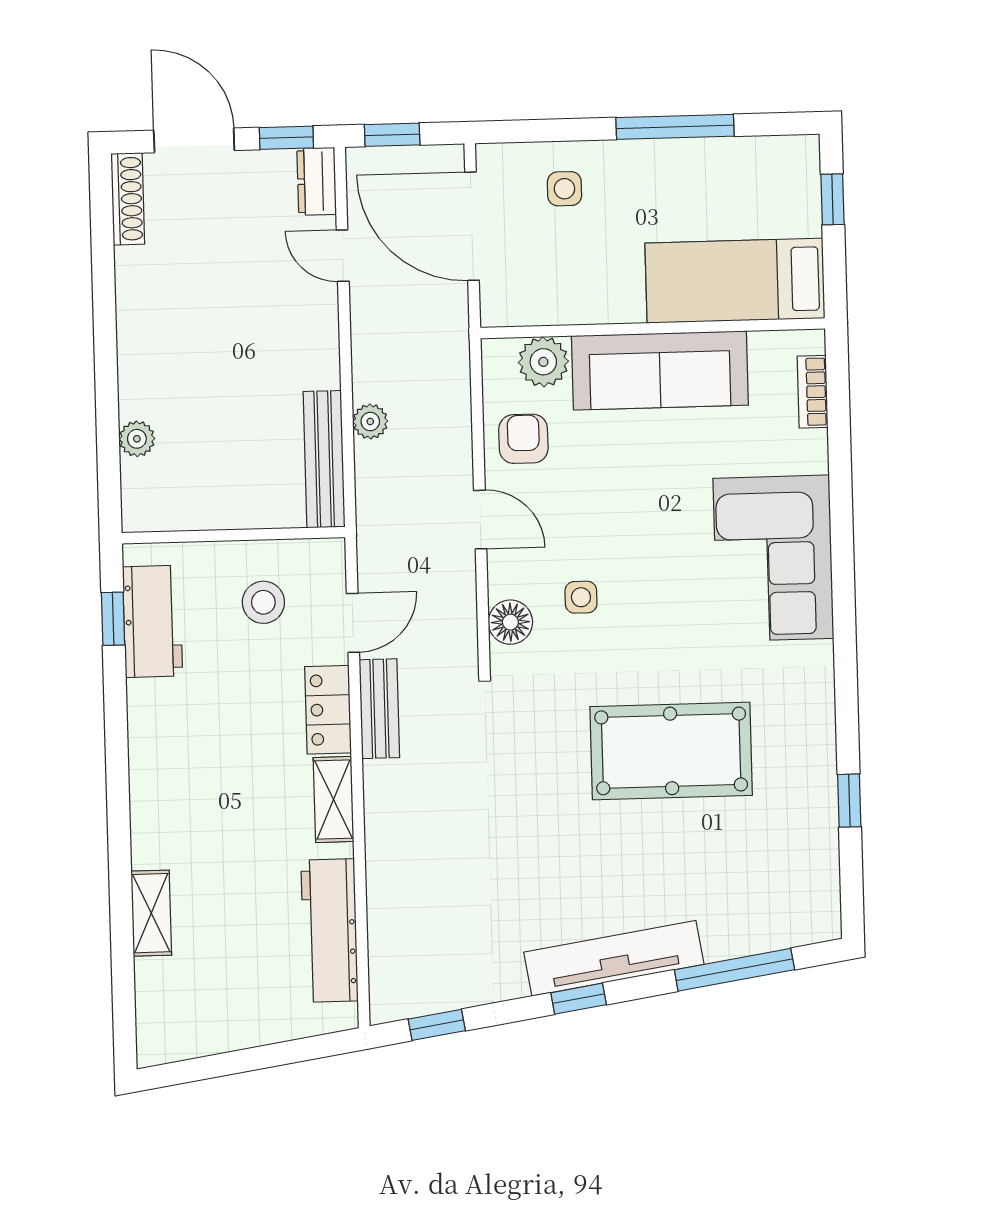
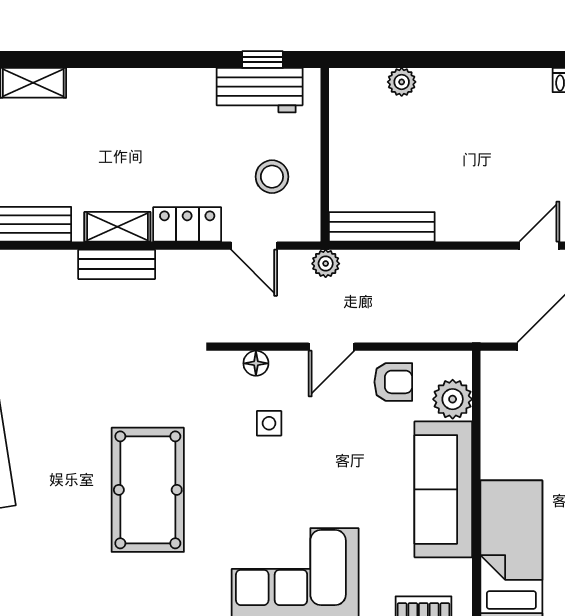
plant: (370, 421) -> (326, 264), moved
floor lamp: (510, 622) -> (256, 363), width x0.73, depth x0.73
bench: (379, 709) -> (117, 264), moved

